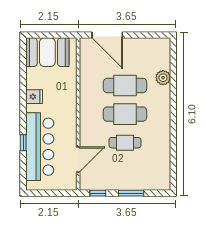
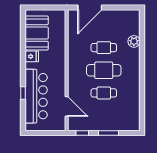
door: (107, 35) -> (90, 8), hinge flipped
booth: (47, 52) -> (37, 33), moved, turned 90
cafe table: (125, 86) -> (104, 48), width x0.73, depth x0.74
door: (78, 159) -> (67, 106), hinge flipped

